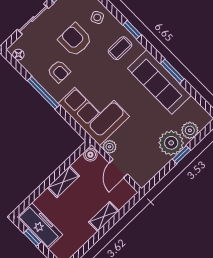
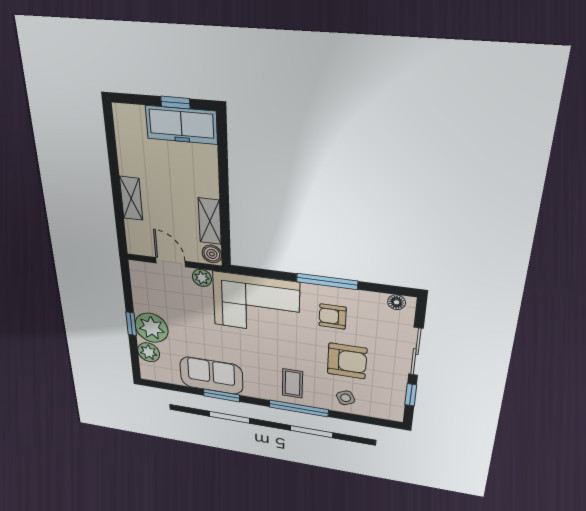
window: (132, 30) -> (299, 408), width x2.17
sofa: (159, 82) -> (211, 376), width x0.73
shelving: (63, 182) -> (210, 221), moved

